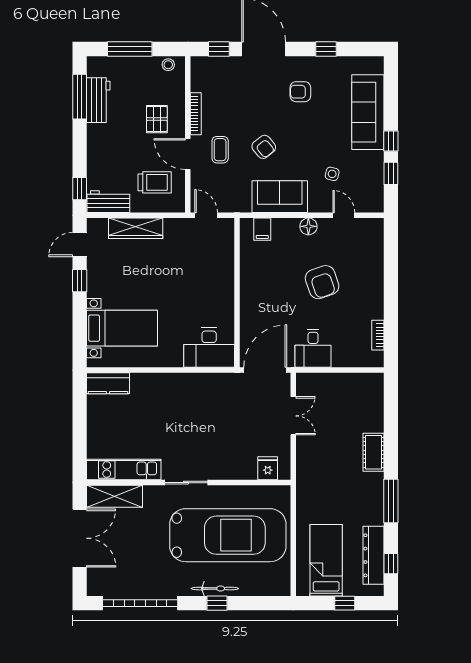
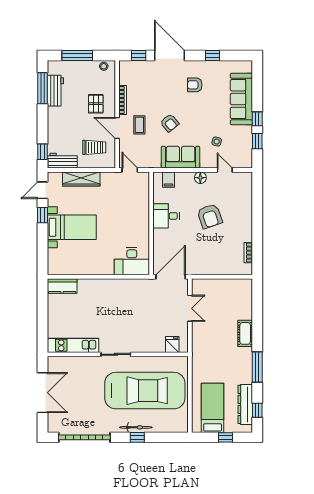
bed with nightstands: (122, 328) -> (72, 227), moved
desk: (313, 348) -> (166, 216), moved, turned 90
shelving: (114, 496) -> (67, 364), removed

